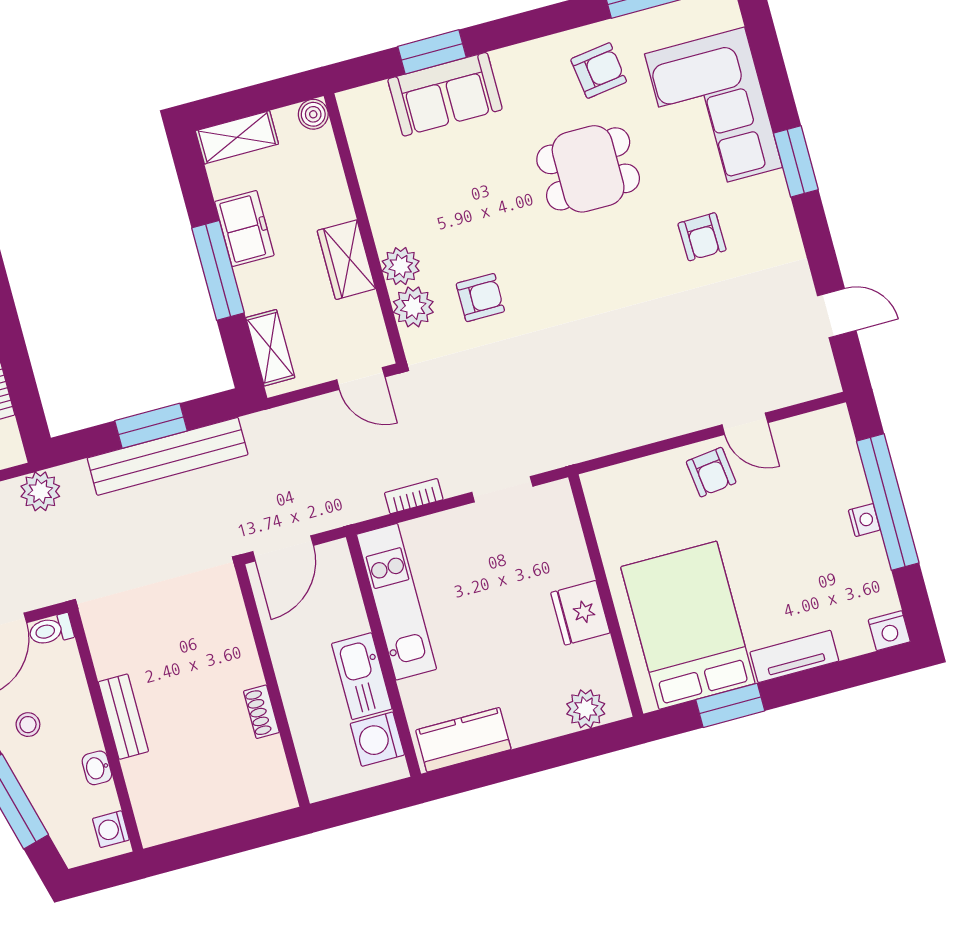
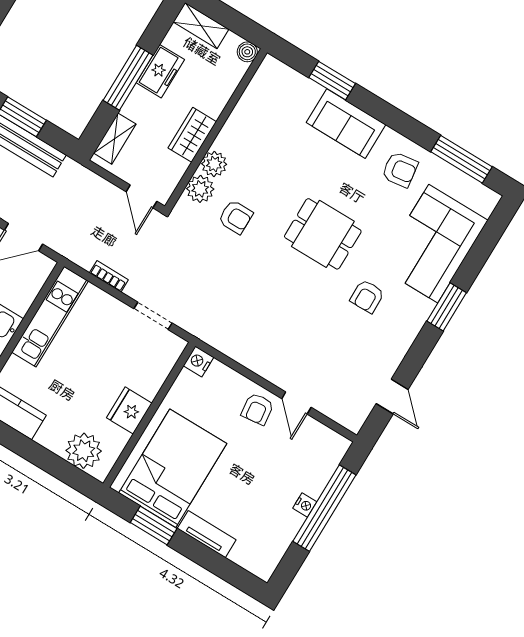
sofa: (445, 94) -> (346, 124), moved
dining table: (588, 169) -> (323, 234), moved
nightstand: (889, 631) -> (199, 362), moved, turned 90
plant: (586, 709) -> (84, 451), width x1.36, depth x1.36

